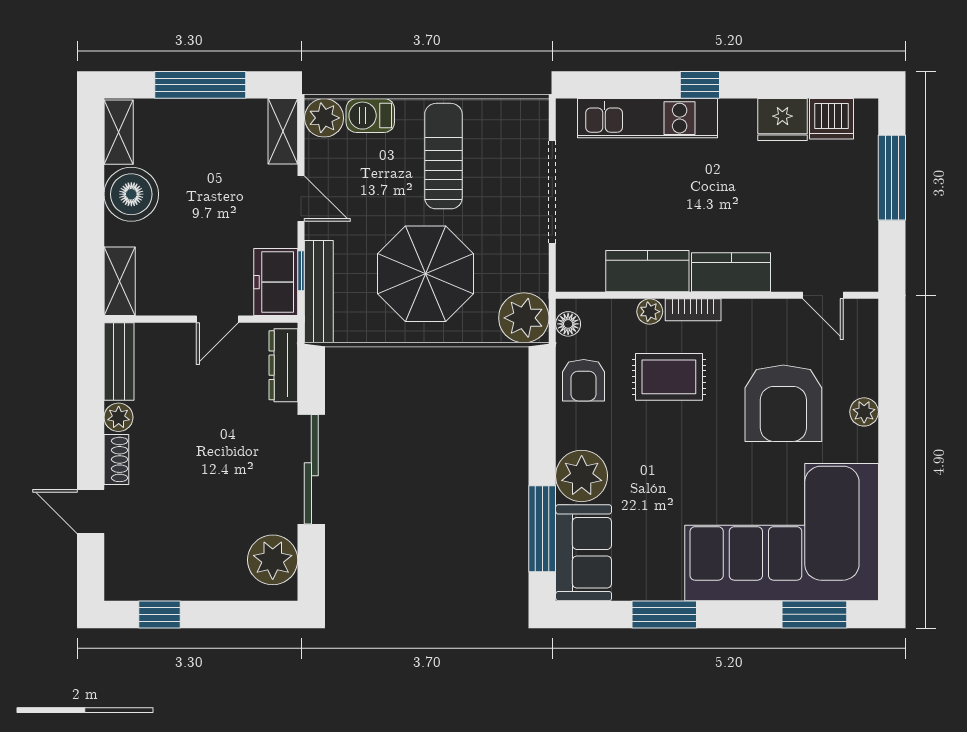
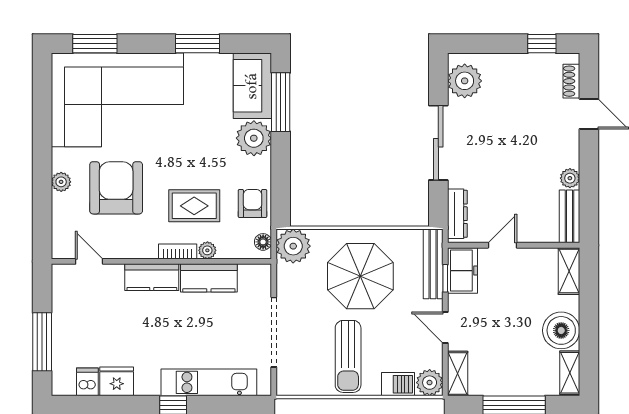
dishwasher: (832, 119) -> (87, 382), width x0.73
shoe rack: (116, 459) -> (571, 81), moved

